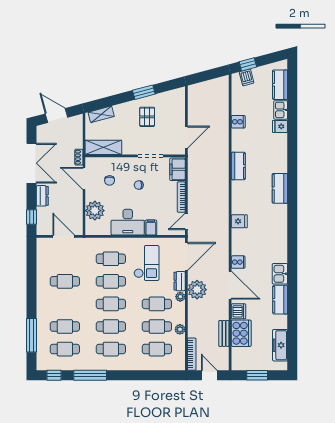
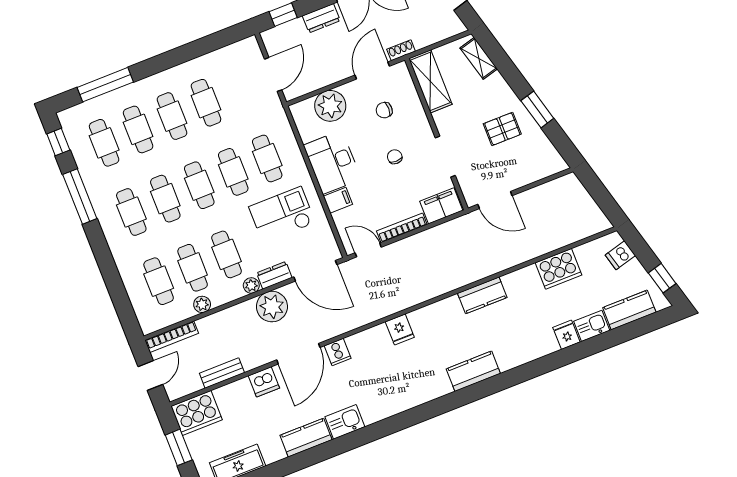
window: (248, 64) -> (662, 278), moved
cooker: (238, 122) -> (558, 269), width x1.87, depth x1.31
checkout: (147, 263) -> (282, 215), turned 180
cafe table: (65, 304) -> (172, 116), added
cooker: (241, 333) -> (197, 413), moved

